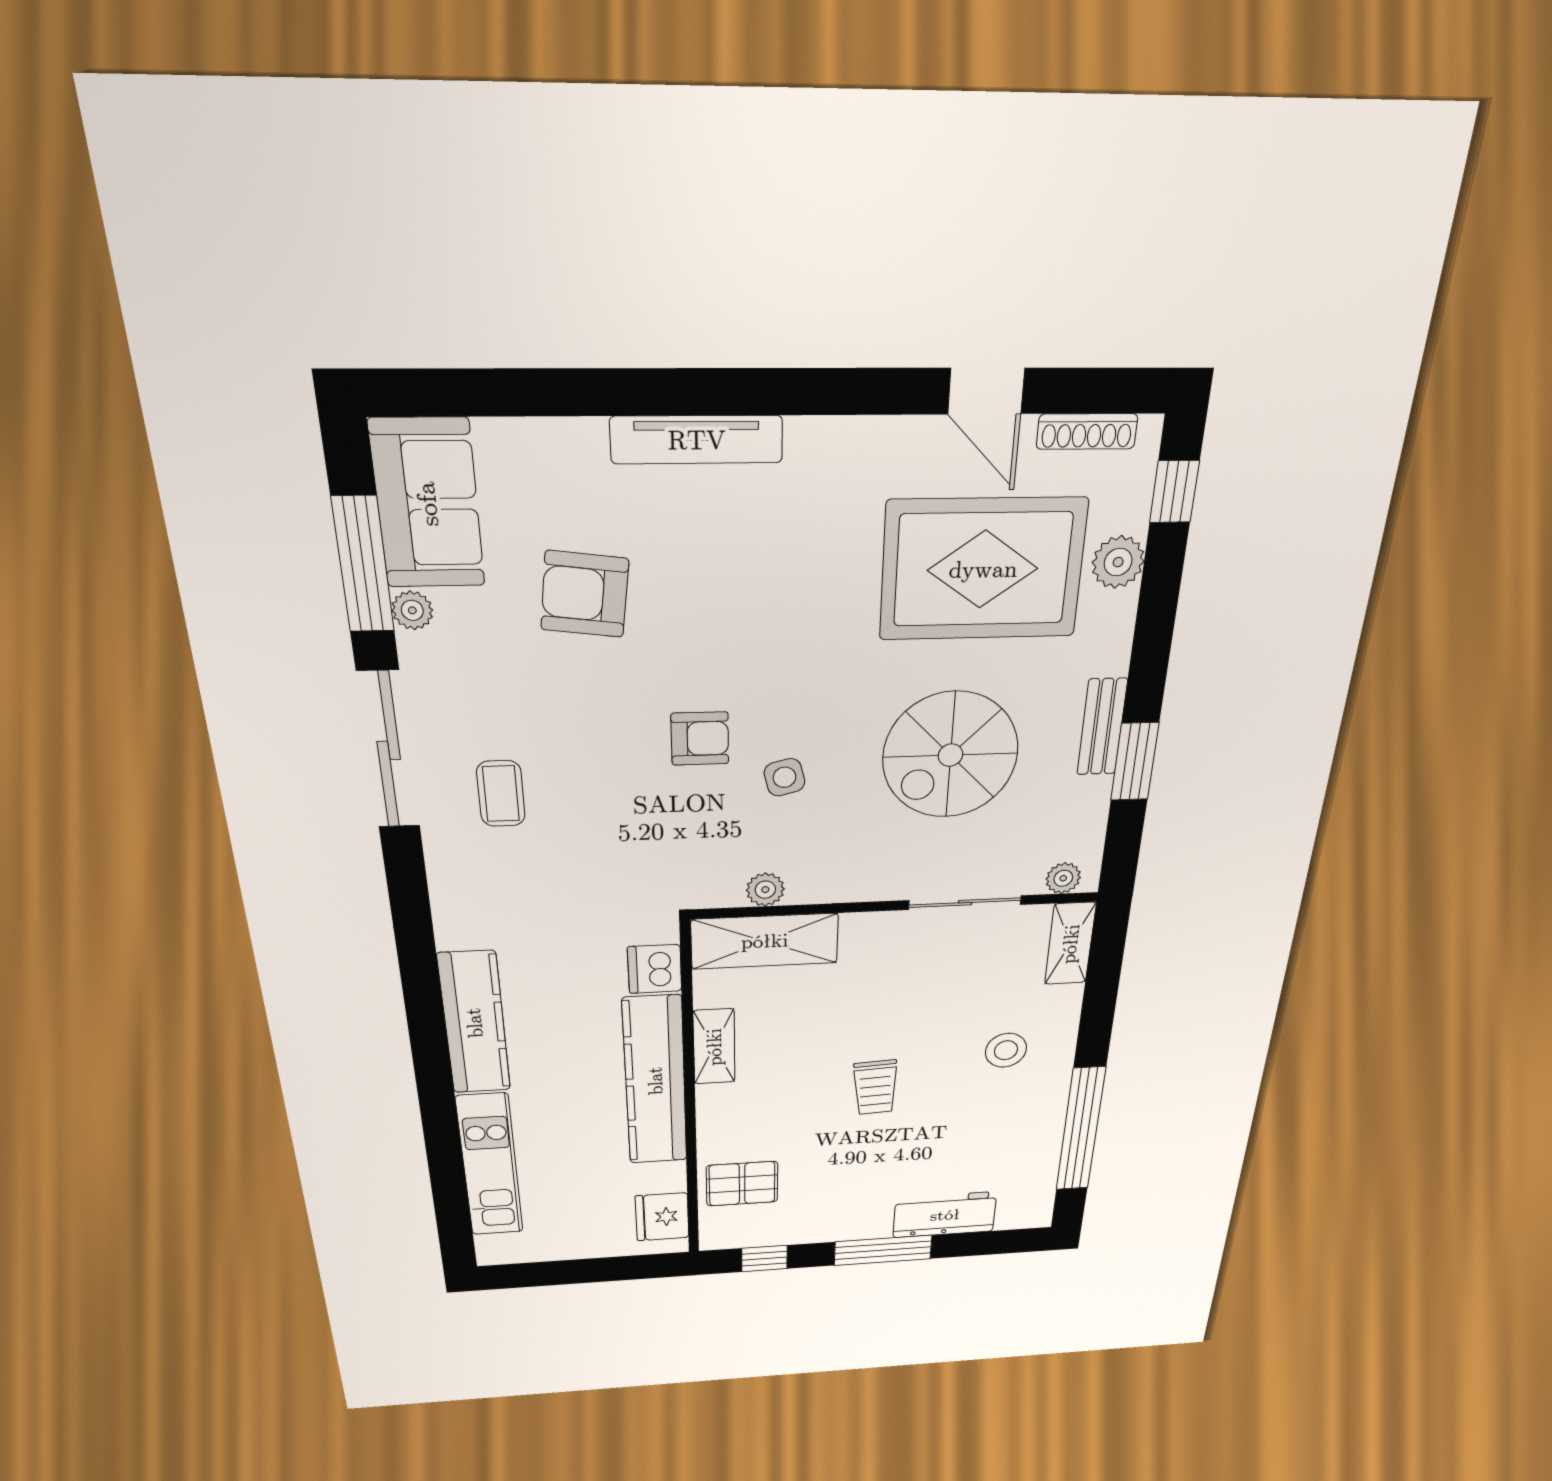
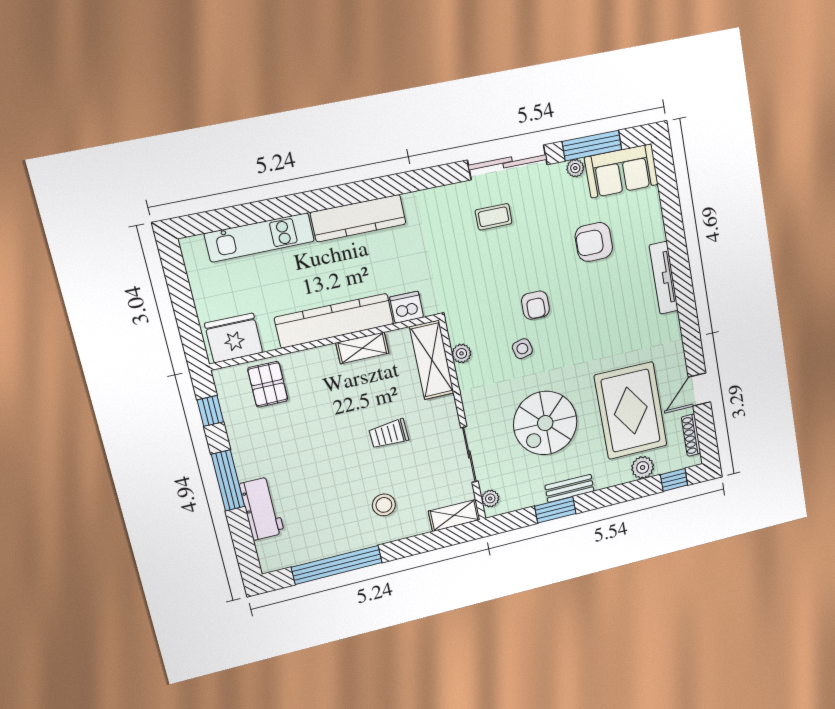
armchair: (585, 594) -> (594, 242), turned -97
spiral stairs: (950, 755) -> (545, 423), turned -90
trolley: (875, 1087) -> (389, 434), moved
fridge: (662, 1217) -> (234, 338), width x1.36, depth x1.34

